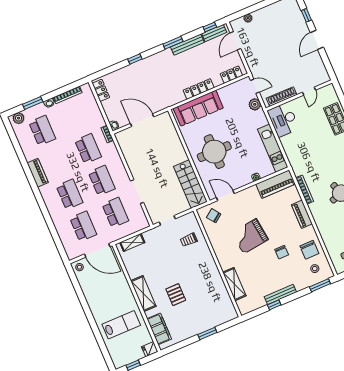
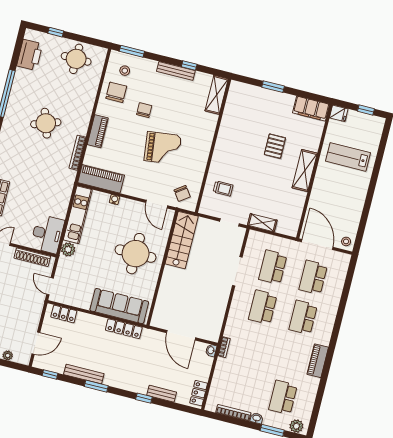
bench: (214, 33) -> (162, 394), moved
locker: (199, 89) -> (124, 329), moved
plant: (255, 104) -> (68, 249), moved
school desk: (88, 149) -> (253, 347), removed
shelving: (132, 242) -> (262, 223), moved
shelving: (234, 284) -> (217, 95), moved
filing cabinet: (159, 329) -> (311, 109), moved, turned -90

